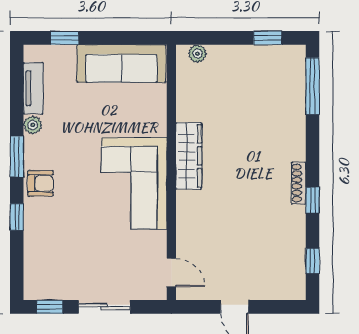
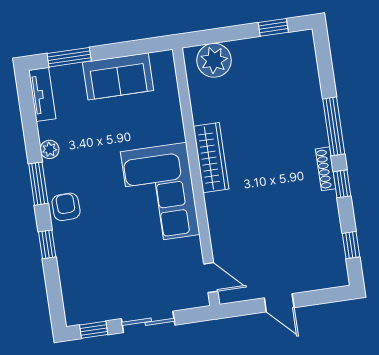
window: (65, 38) -> (69, 57), width x1.50
plant: (198, 54) -> (214, 60), width x1.88, depth x1.88
sofa: (121, 64) -> (118, 76), width x0.73
window: (313, 86) -> (334, 126), moved
tv unit: (33, 88) -> (42, 94), moved
armchair: (40, 183) -> (66, 207), turned -92

